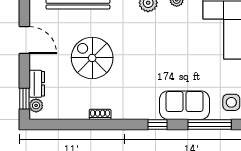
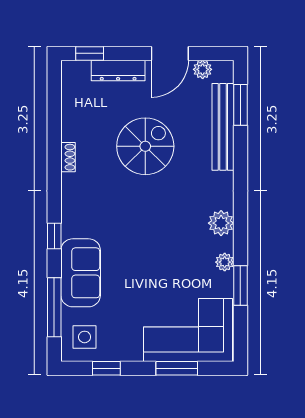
dresser: (37, 84) -> (118, 71), width x1.44
plant: (36, 105) -> (203, 69), moved

